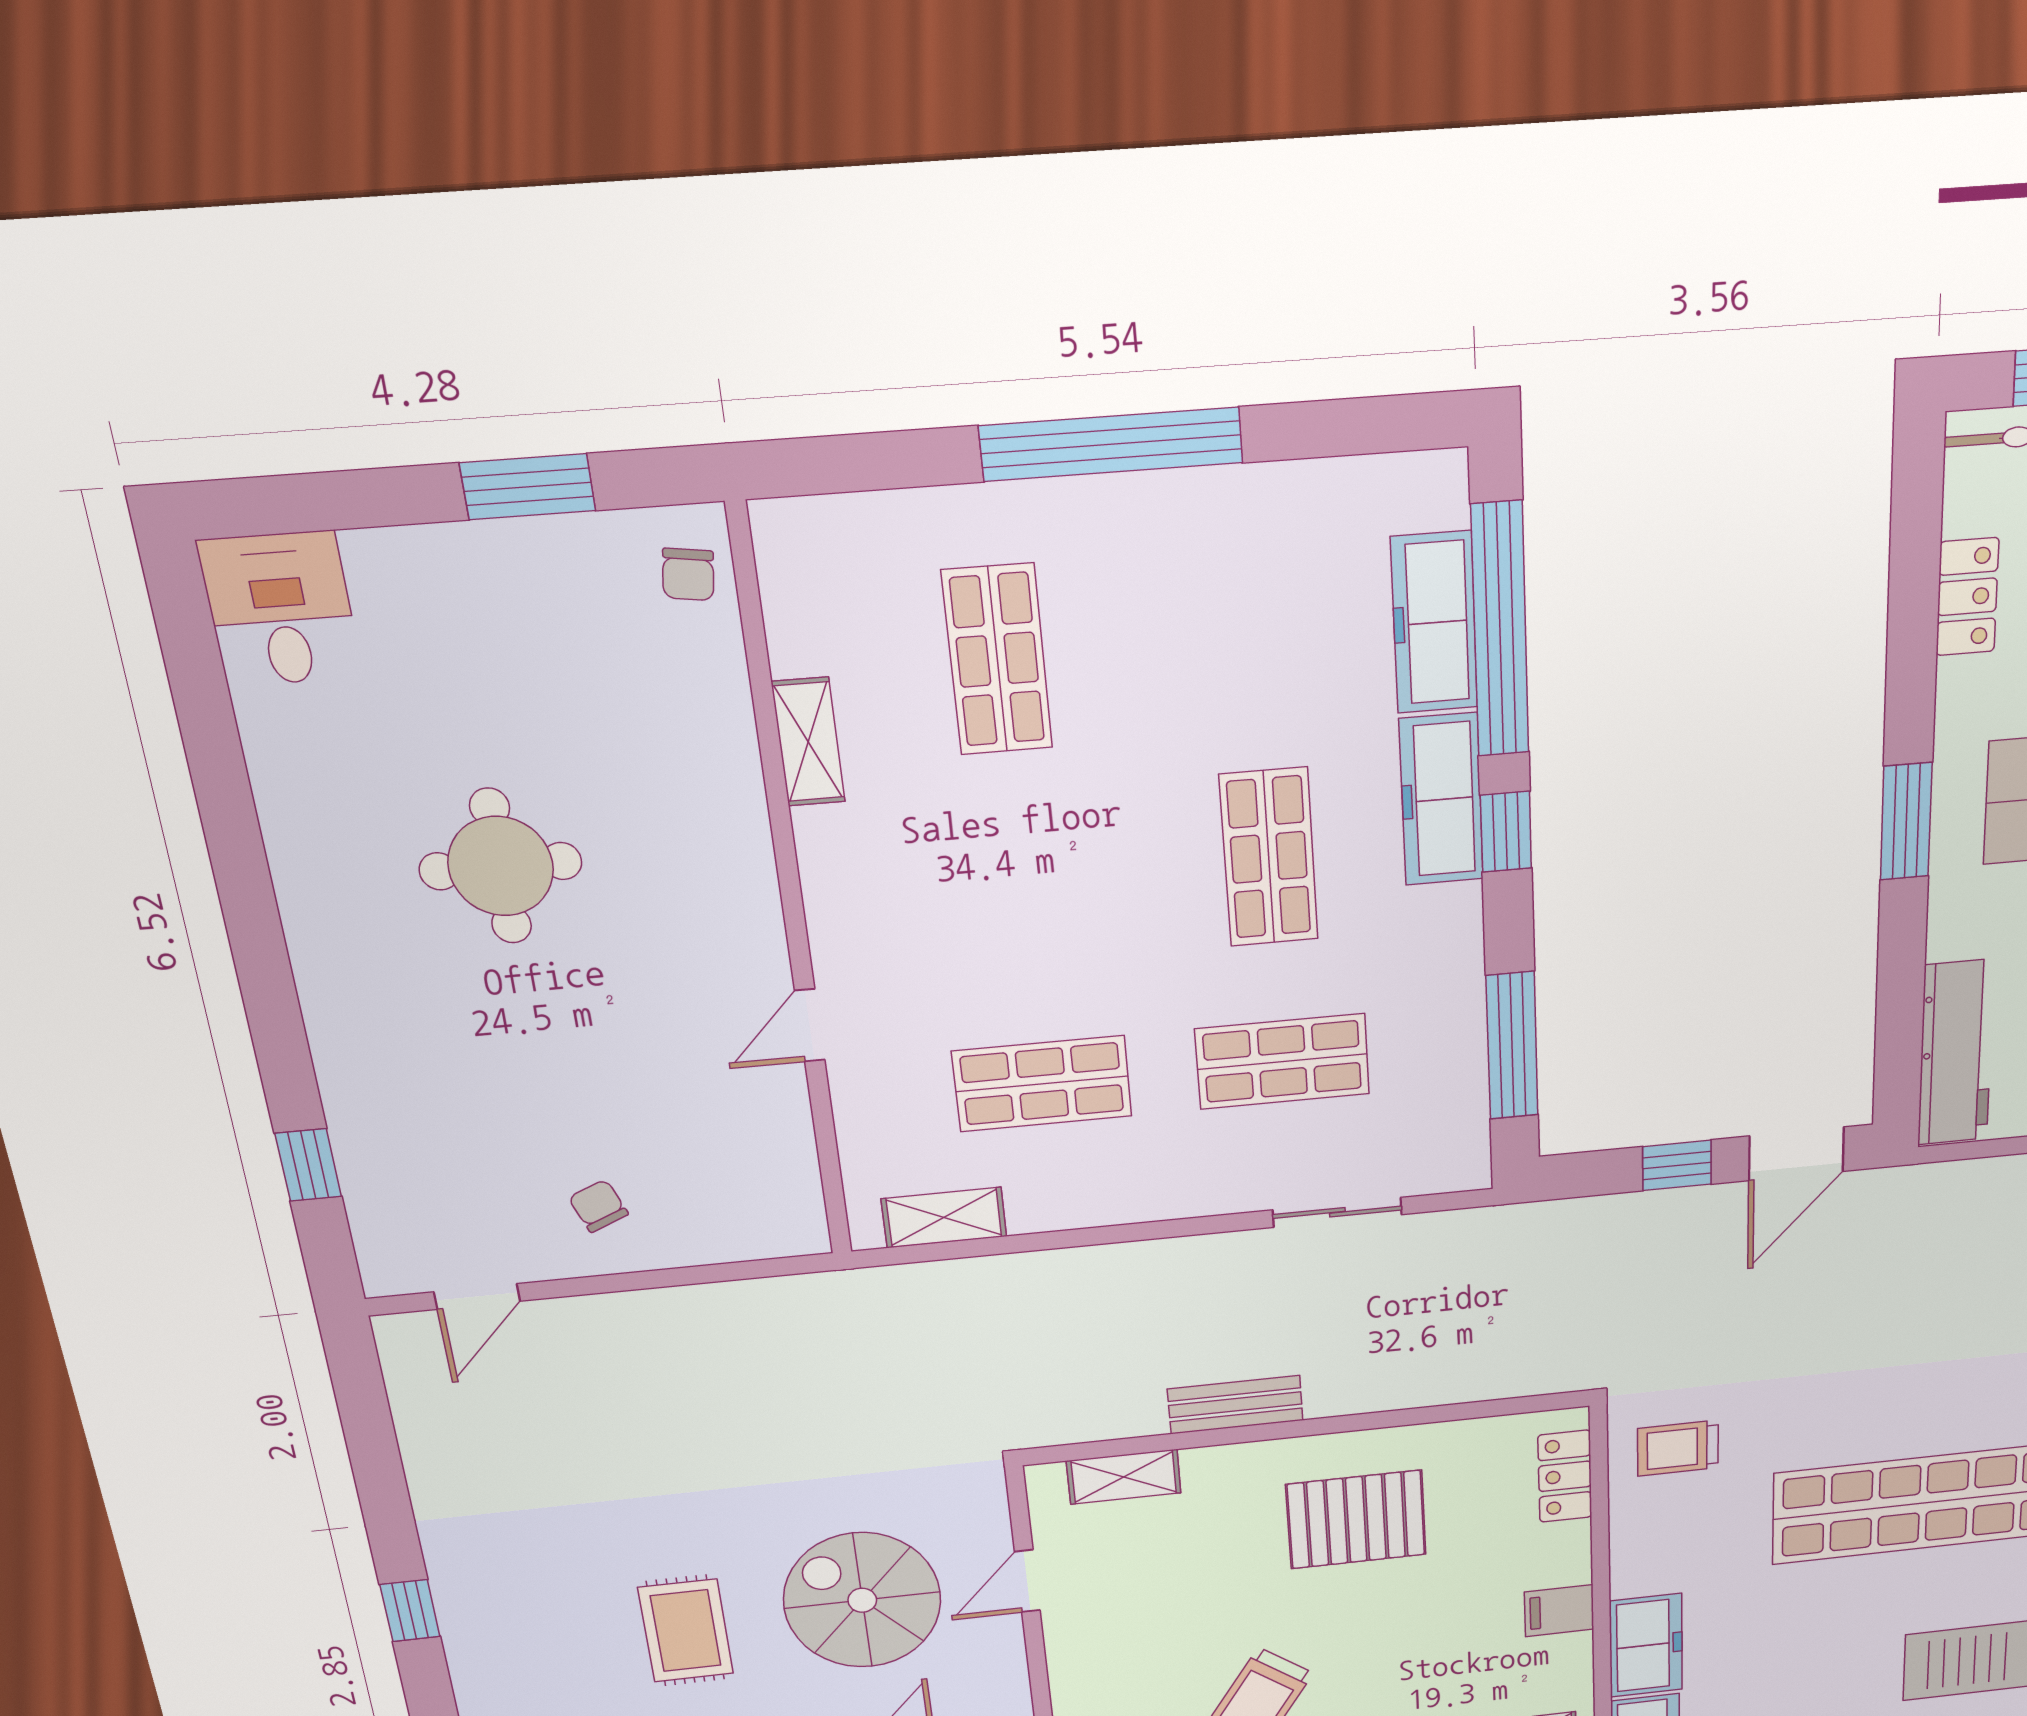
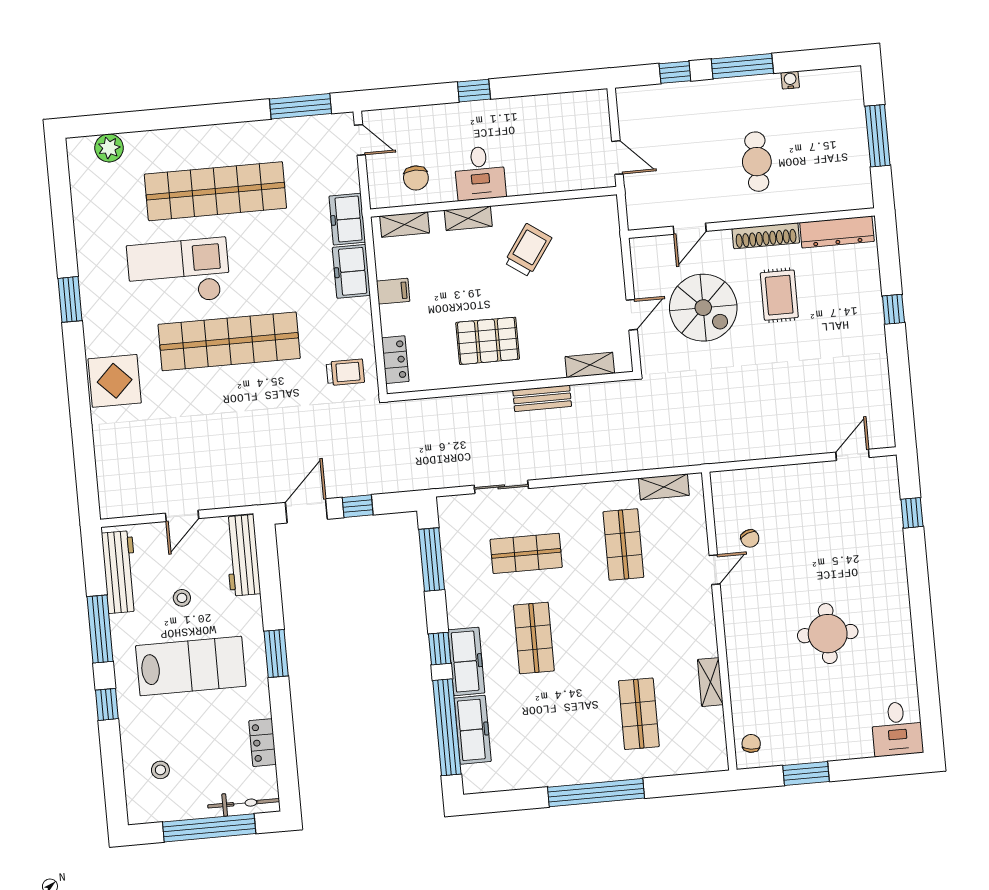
shop shelf: (1042, 1084) -> (623, 545), turned 90
chair: (598, 1206) -> (750, 538), moved

